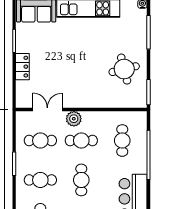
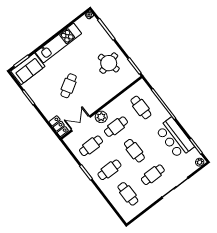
cafe table: (65, 61) -> (69, 86), added
locker: (22, 67) -> (59, 126), moved

